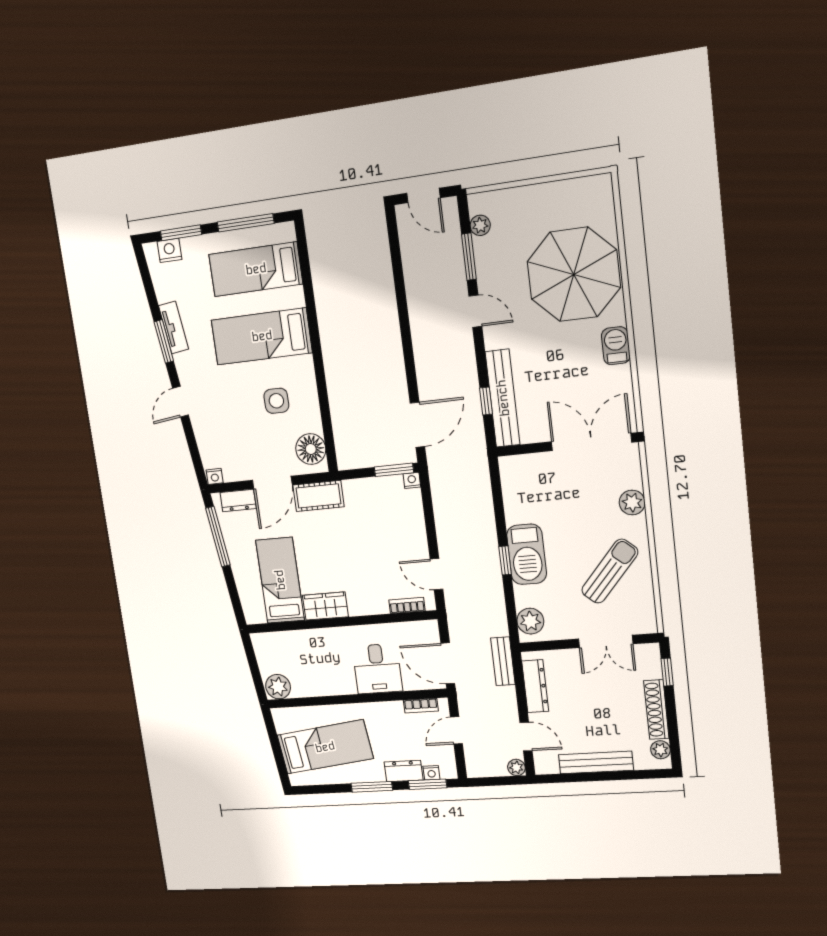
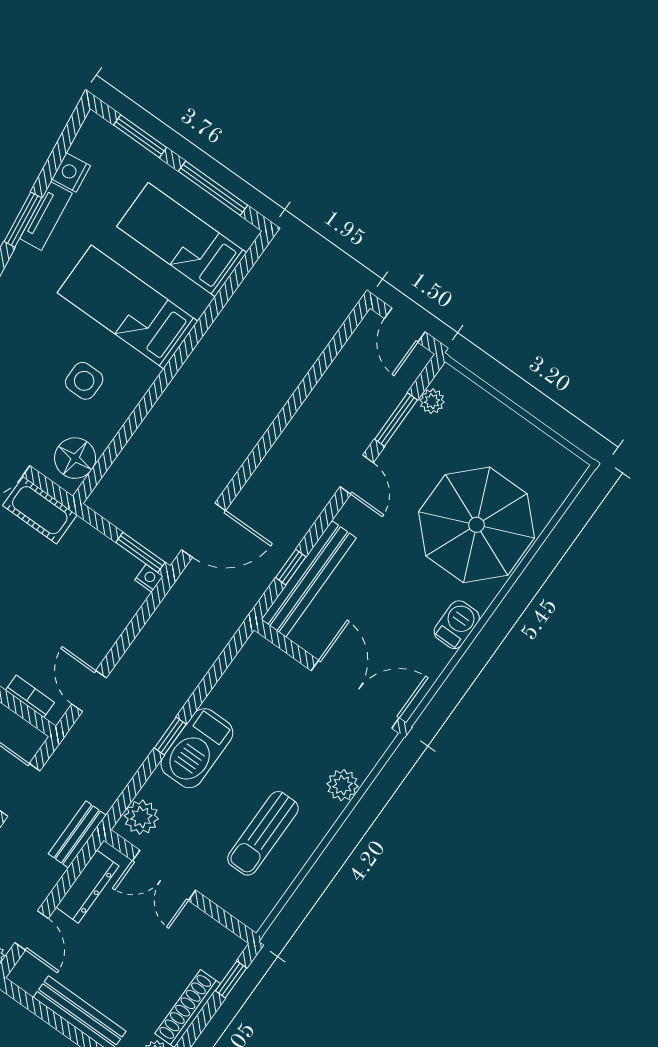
nightstand: (169, 250) -> (71, 172), moved, turned -97
sun lounger: (610, 571) -> (263, 833), turned 139
double door: (606, 641) -> (164, 875), moved

